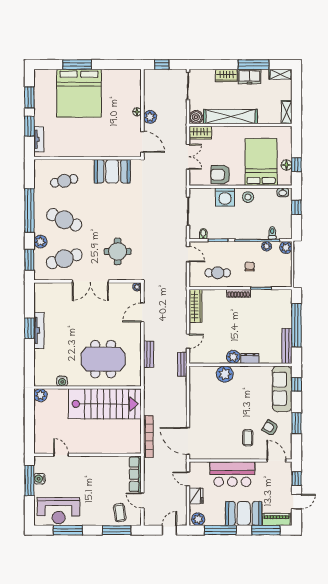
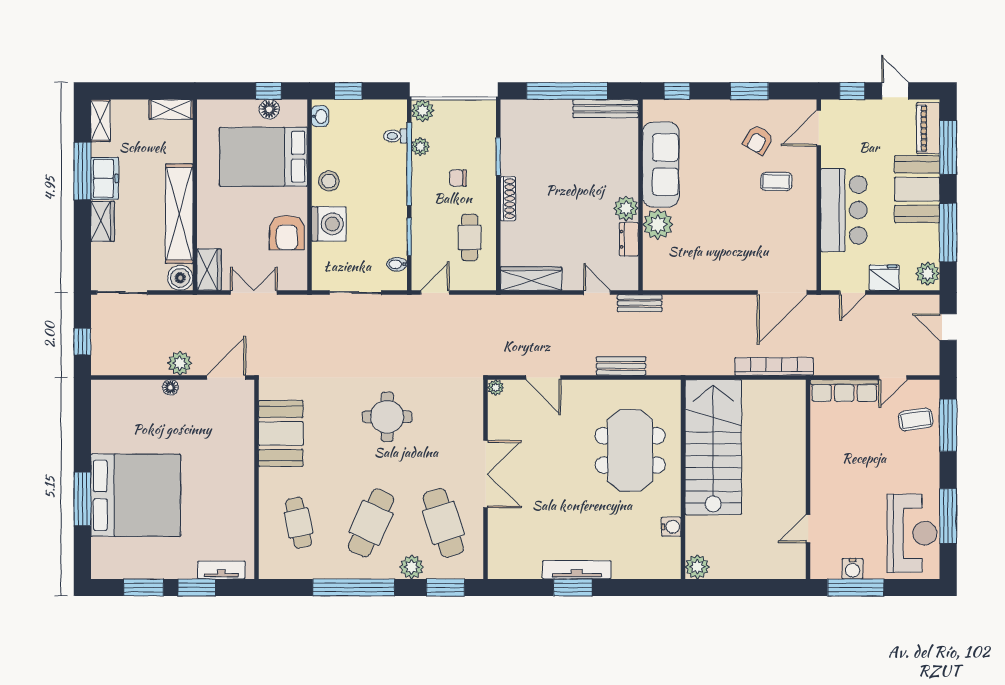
round table: (118, 251) -> (387, 417), moved
dresser: (250, 358) -> (629, 239), moved
sofa: (282, 389) -> (661, 165), moved, turned -90

